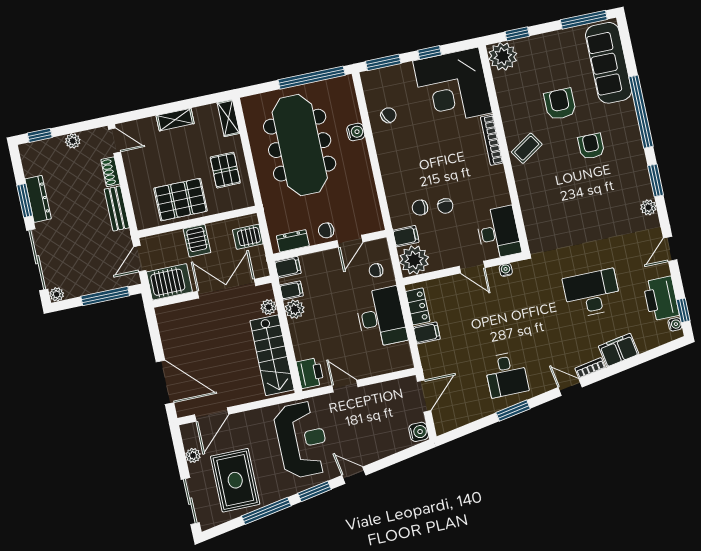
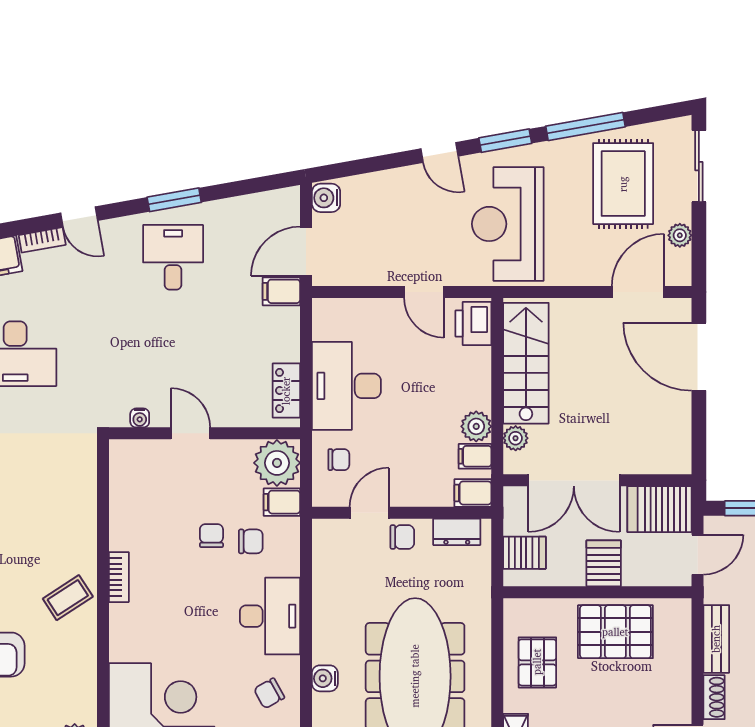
bookcase: (492, 140) -> (119, 577), moved, width x0.64
desk: (498, 233) -> (270, 616), moved, turned 180
filing cabinet: (427, 333) -> (281, 291), moved

